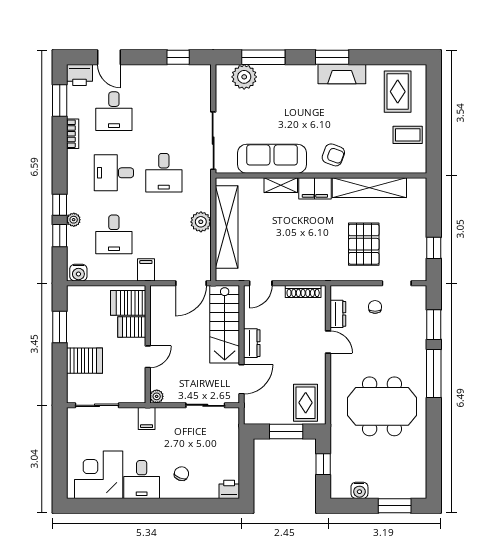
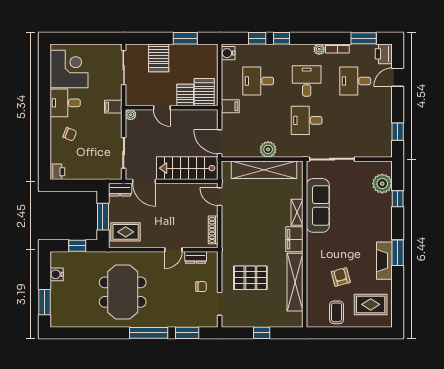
window: (263, 57) -> (398, 199), width x0.46
armchair: (333, 155) -> (341, 277), moved, turned 145
plant: (74, 220) -> (319, 49), moved
window: (434, 248) -> (262, 333), moved
dresser: (252, 343) -> (120, 190), moved

